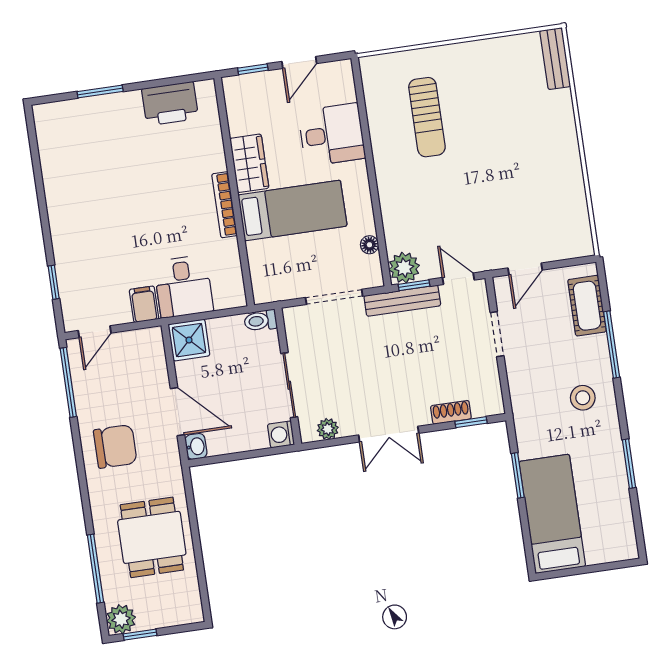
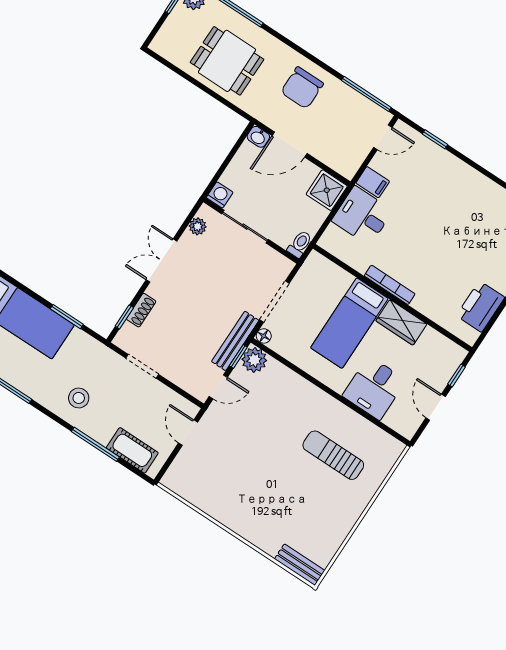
floor lamp: (369, 245) -> (264, 336), moved
door: (95, 332) -> (383, 137), swing flipped
doorway: (497, 334) -> (142, 366), moved

